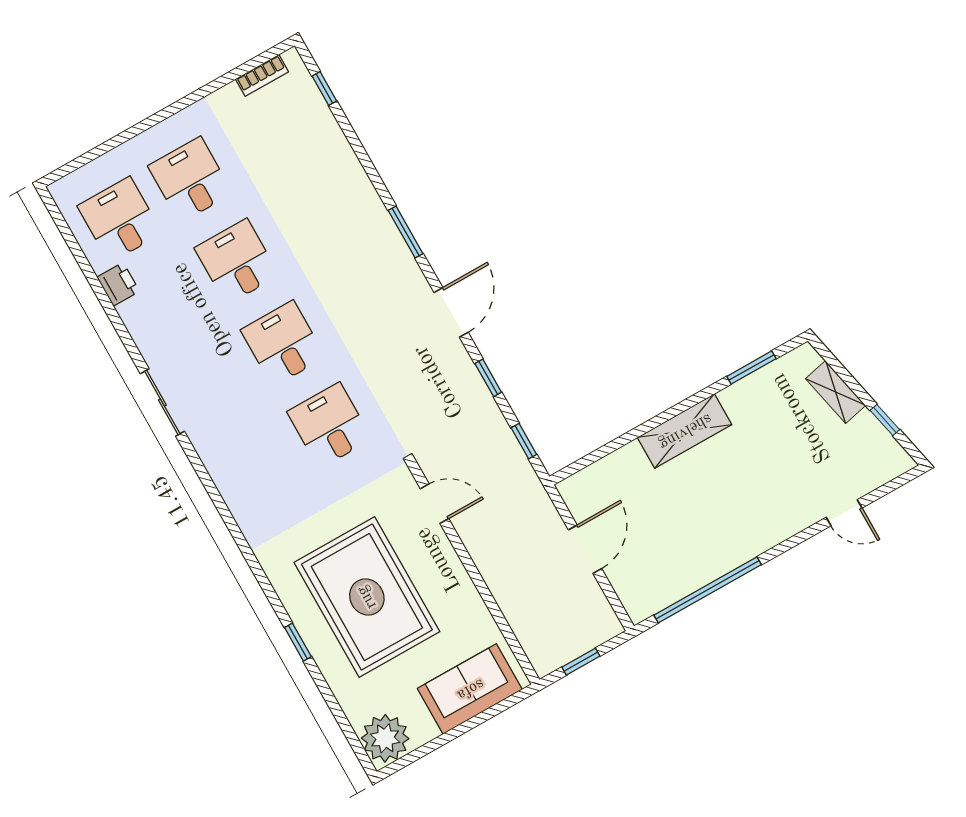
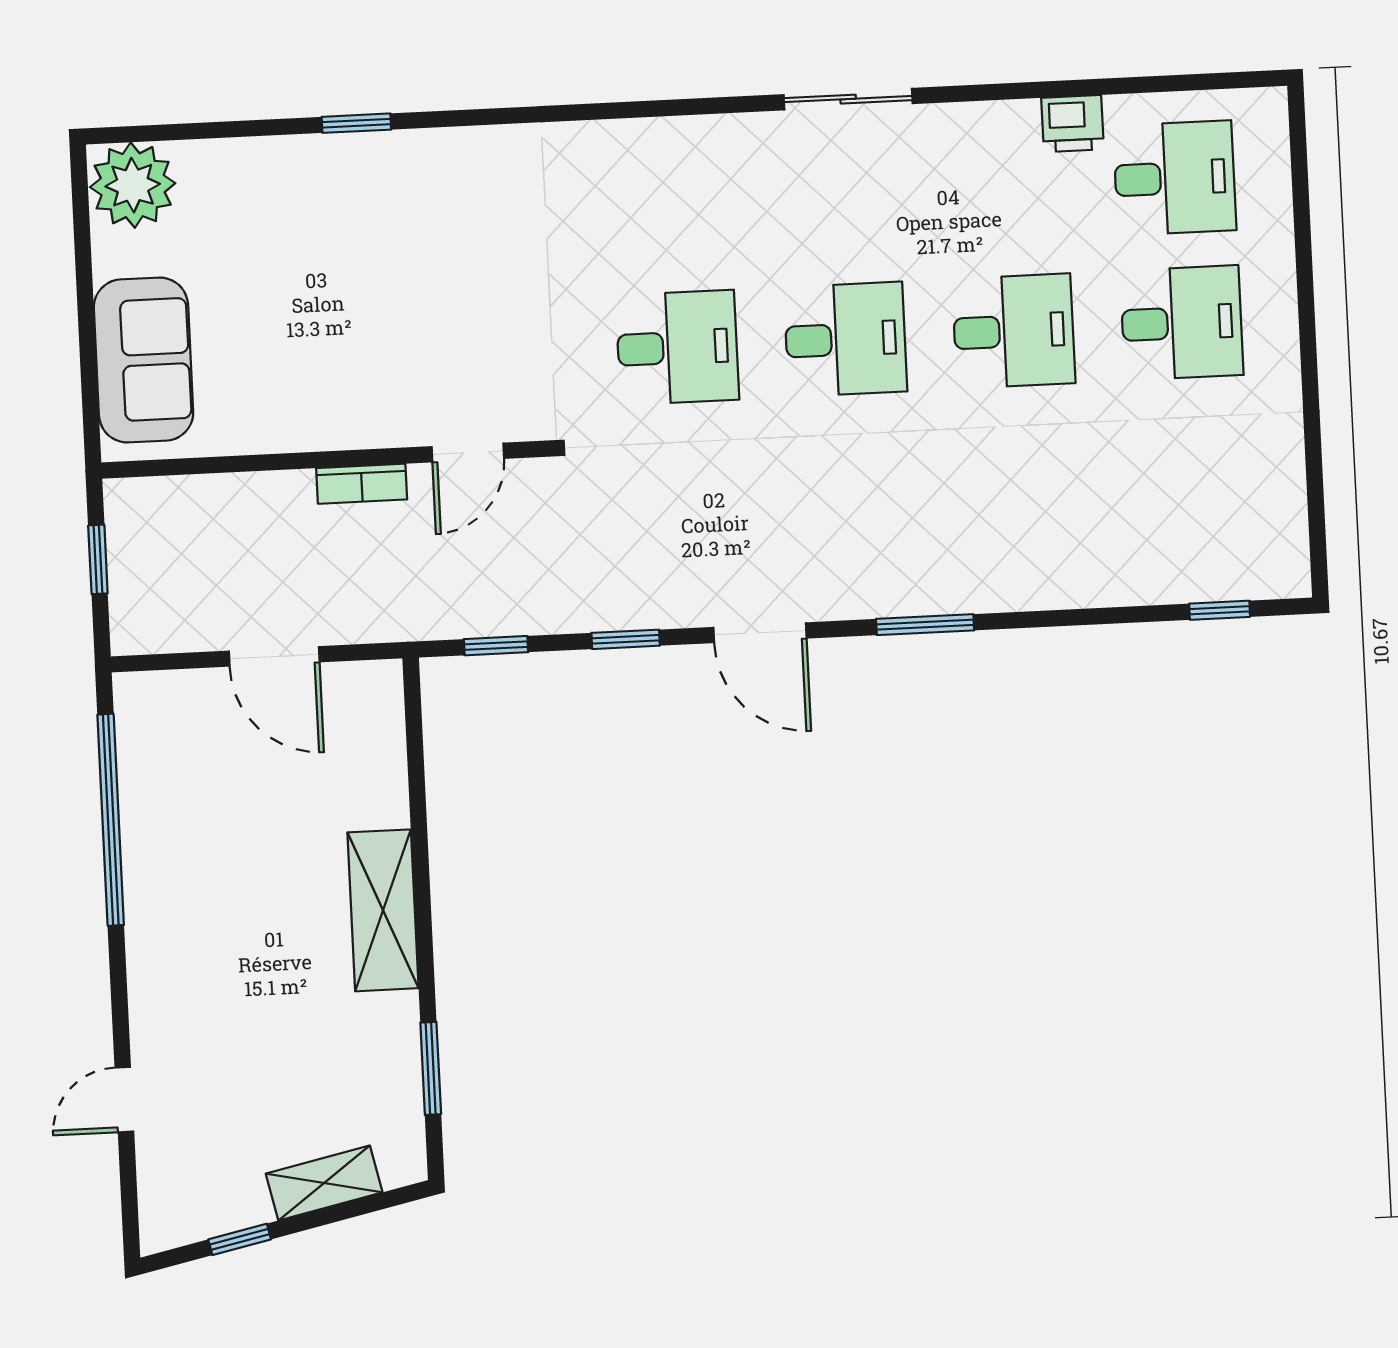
bookcase: (262, 75) -> (362, 484), moved, turned -90
rug: (367, 597) -> (373, 270), removed

